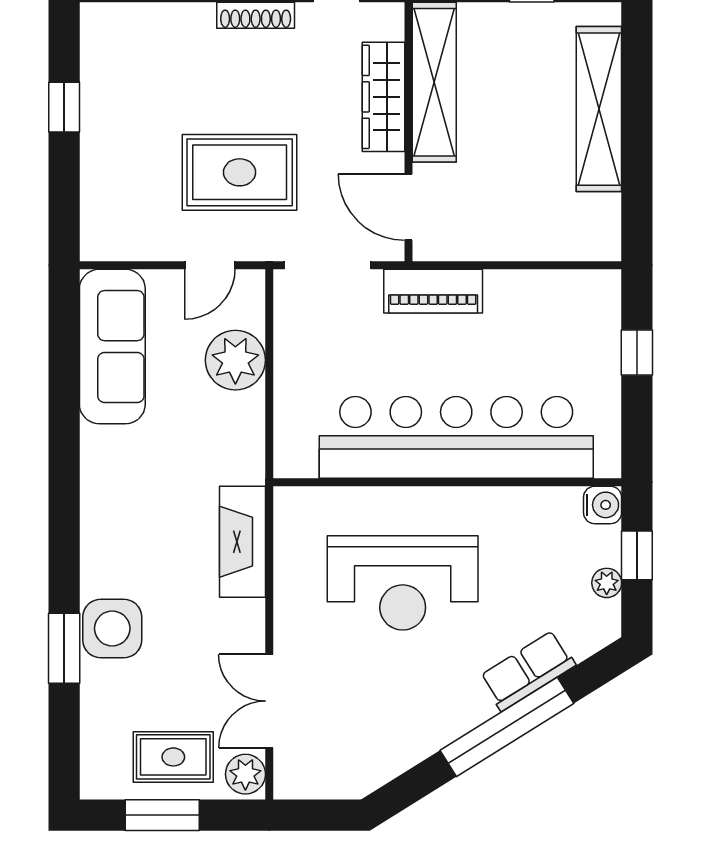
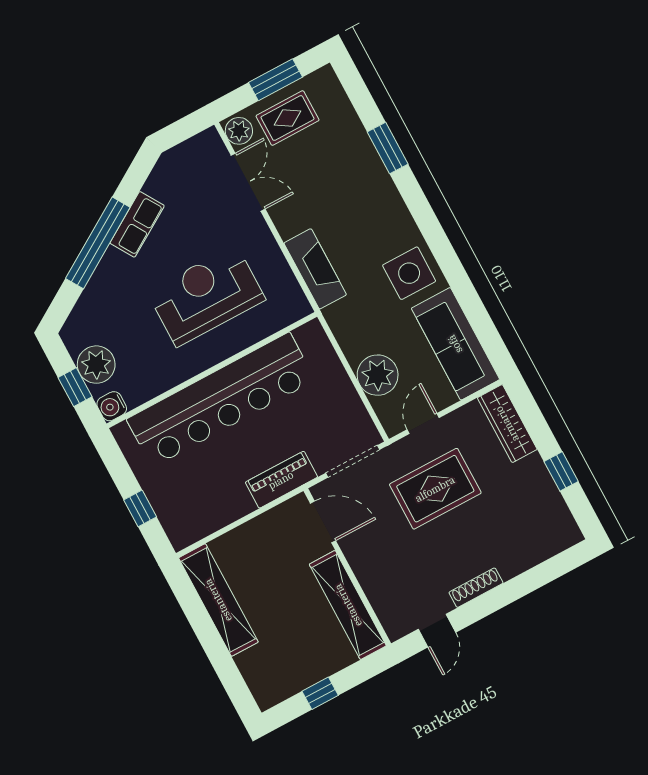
wardrobe: (384, 97) -> (507, 424), moved, turned 180
shelving: (599, 109) -> (218, 600), moved
plant: (607, 583) -> (96, 365), width x1.88, depth x1.88
side table: (112, 628) -> (409, 273), moved
row of seats: (528, 671) -> (137, 224), moved

